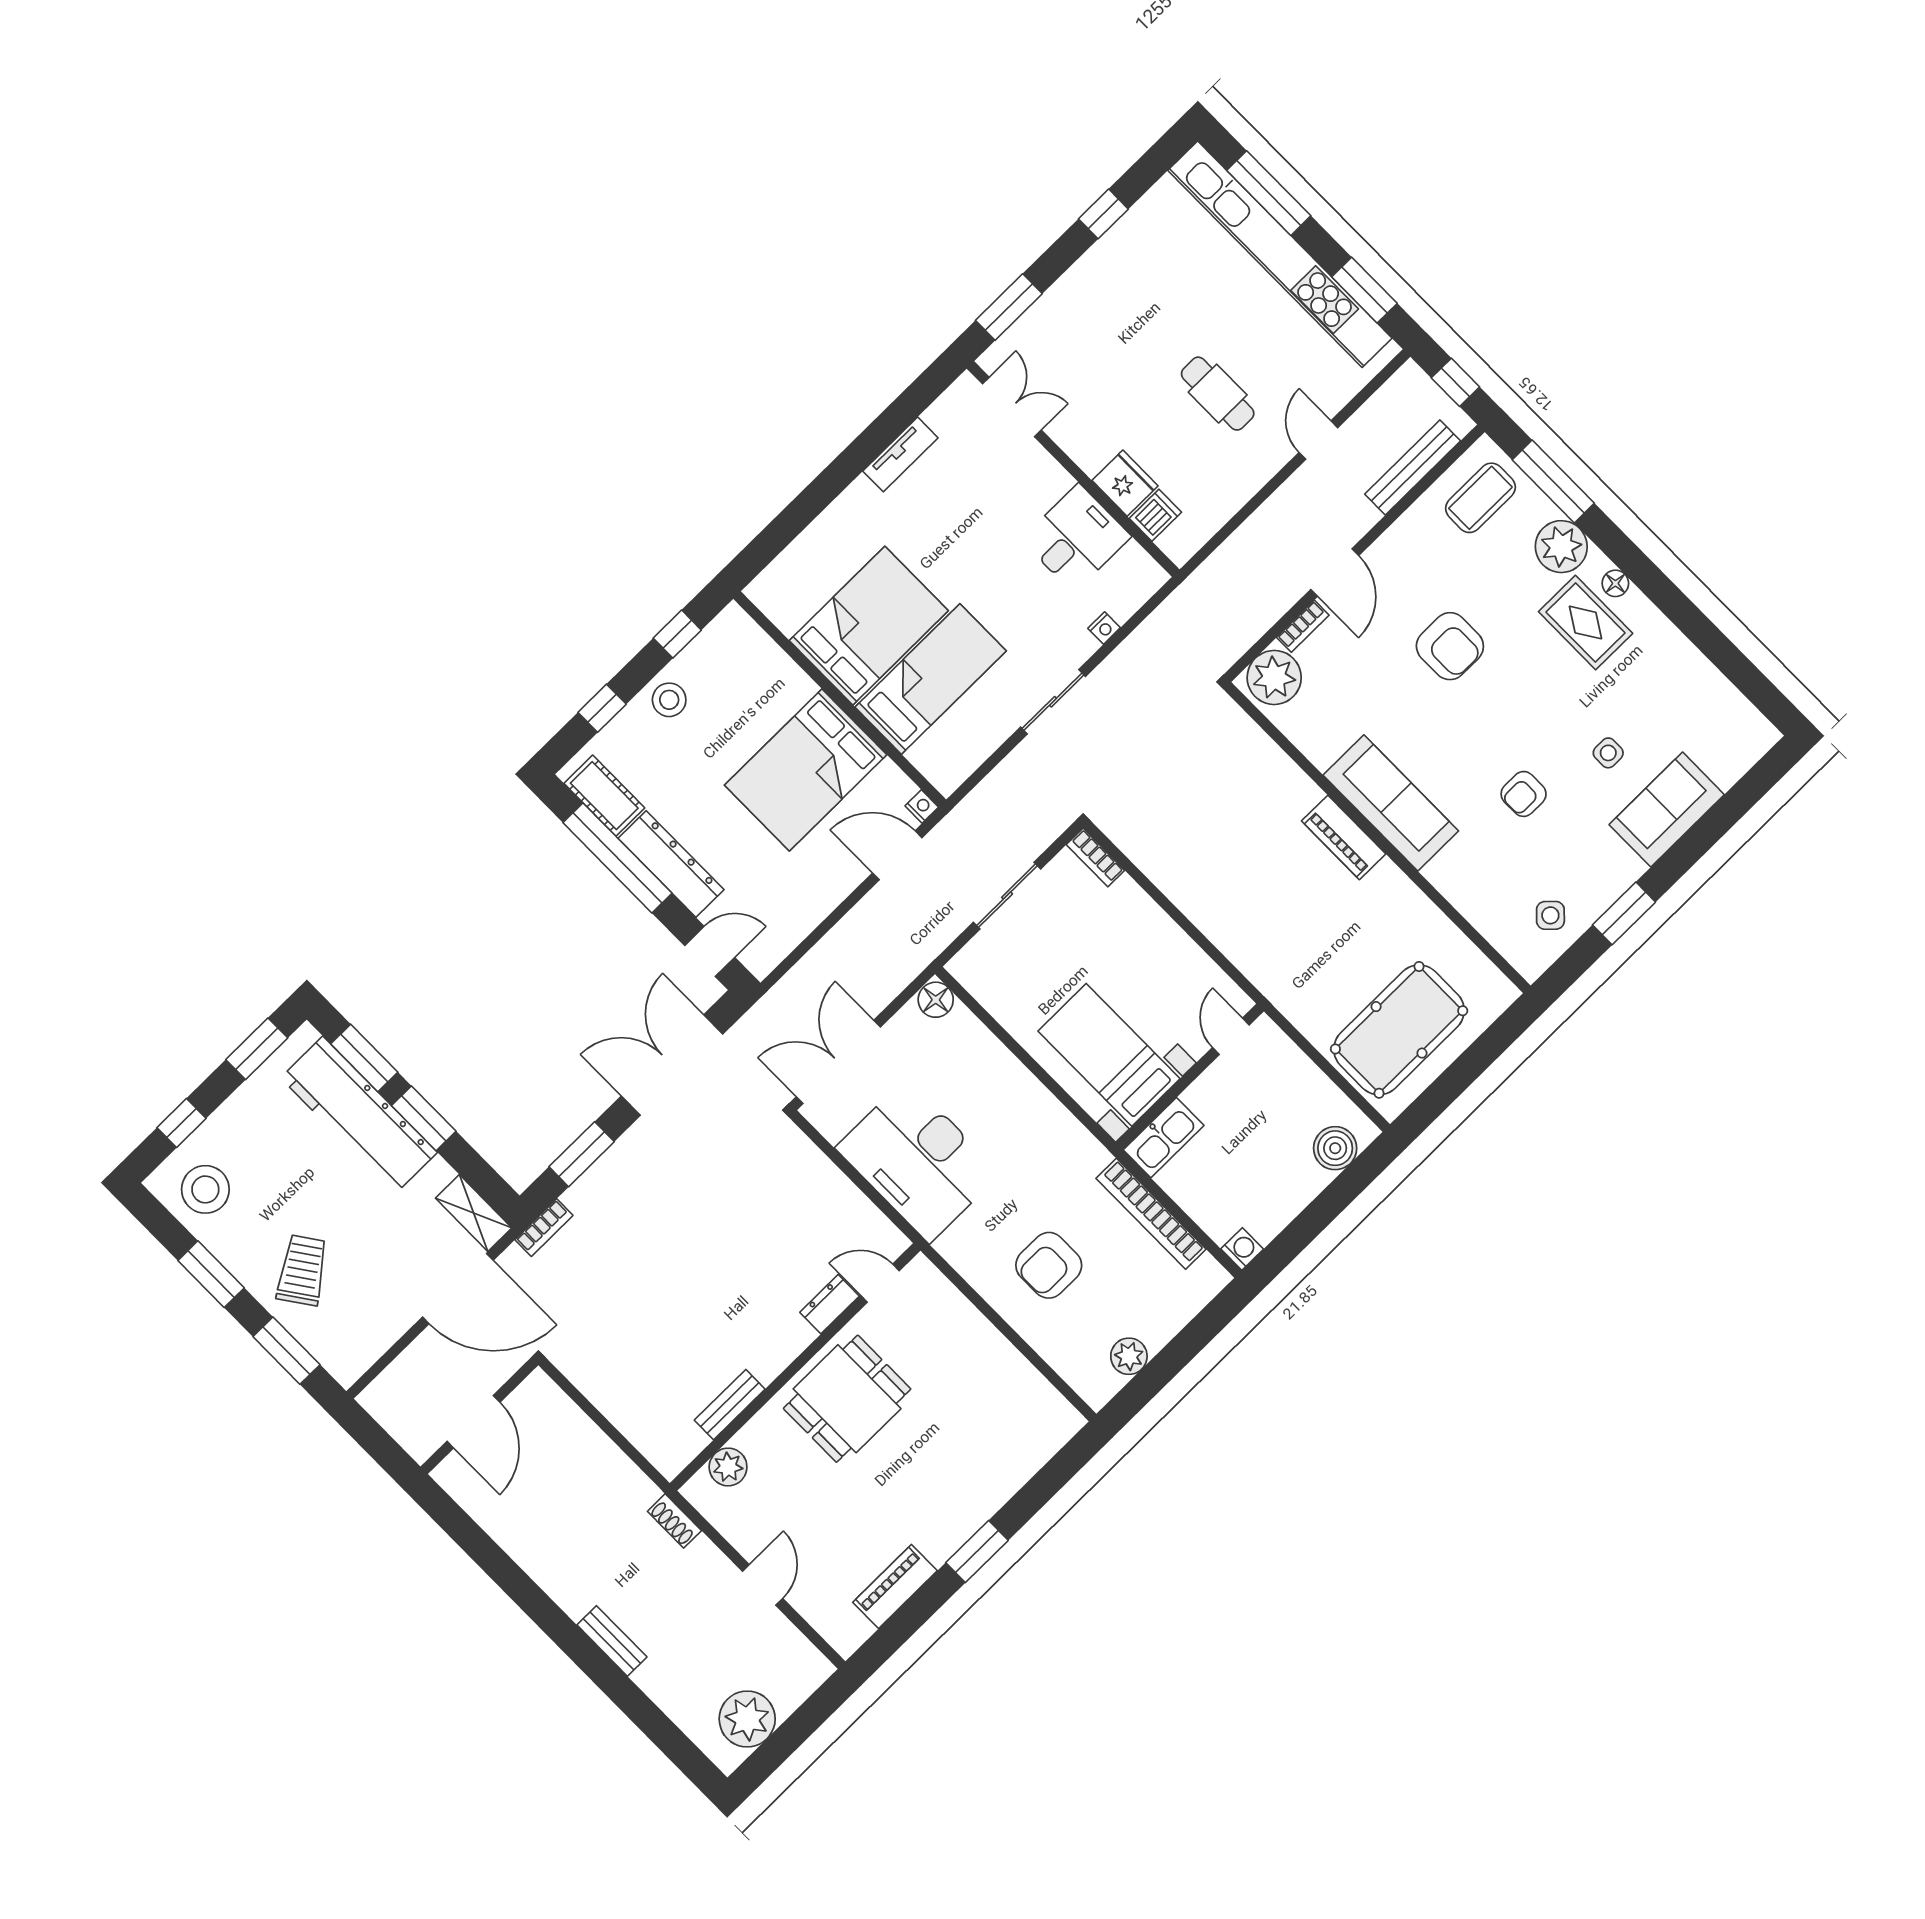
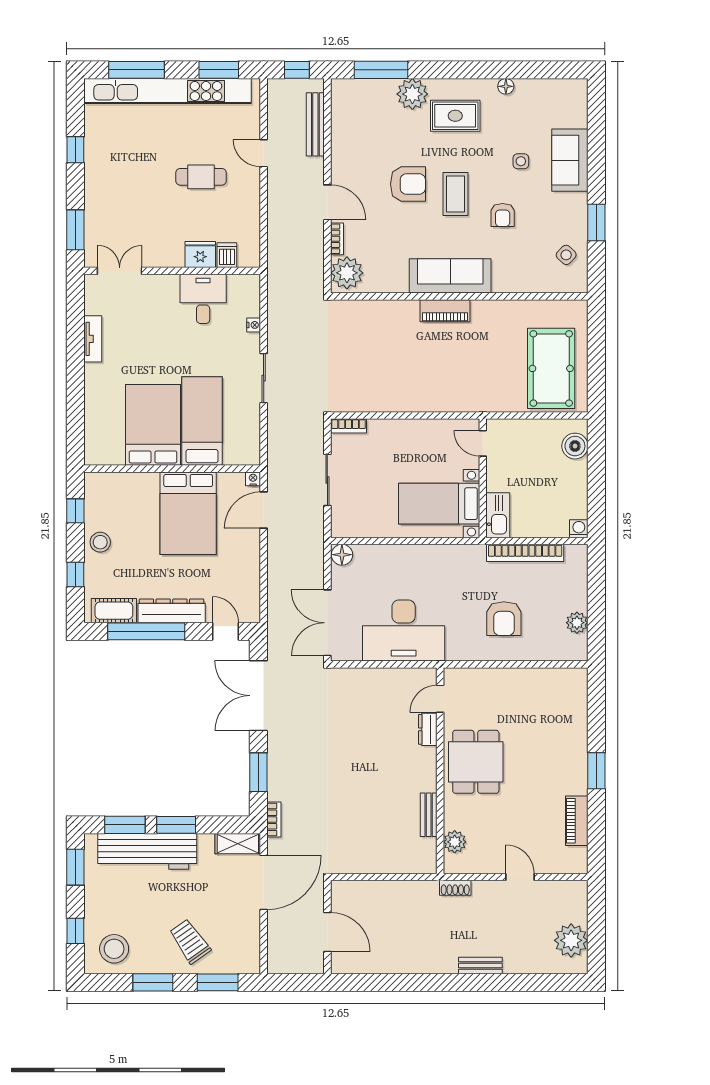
coffee table: (1480, 498) -> (455, 194), moved
floor lamp: (1615, 583) -> (506, 86), moved
door: (710, 951) -> (225, 631), hinge flipped

